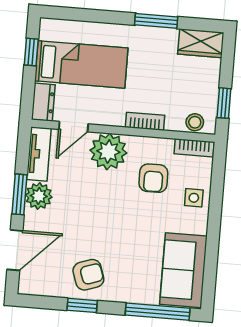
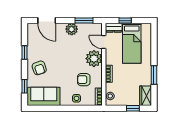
window: (31, 52) -> (125, 21), moved
window: (224, 103) -> (133, 108), moved
tv unit: (39, 154) -> (90, 28), removed
window: (20, 194) -> (84, 21), moved
armchair: (88, 275) -> (39, 68), moved
window: (158, 312) -> (24, 86), width x0.46

